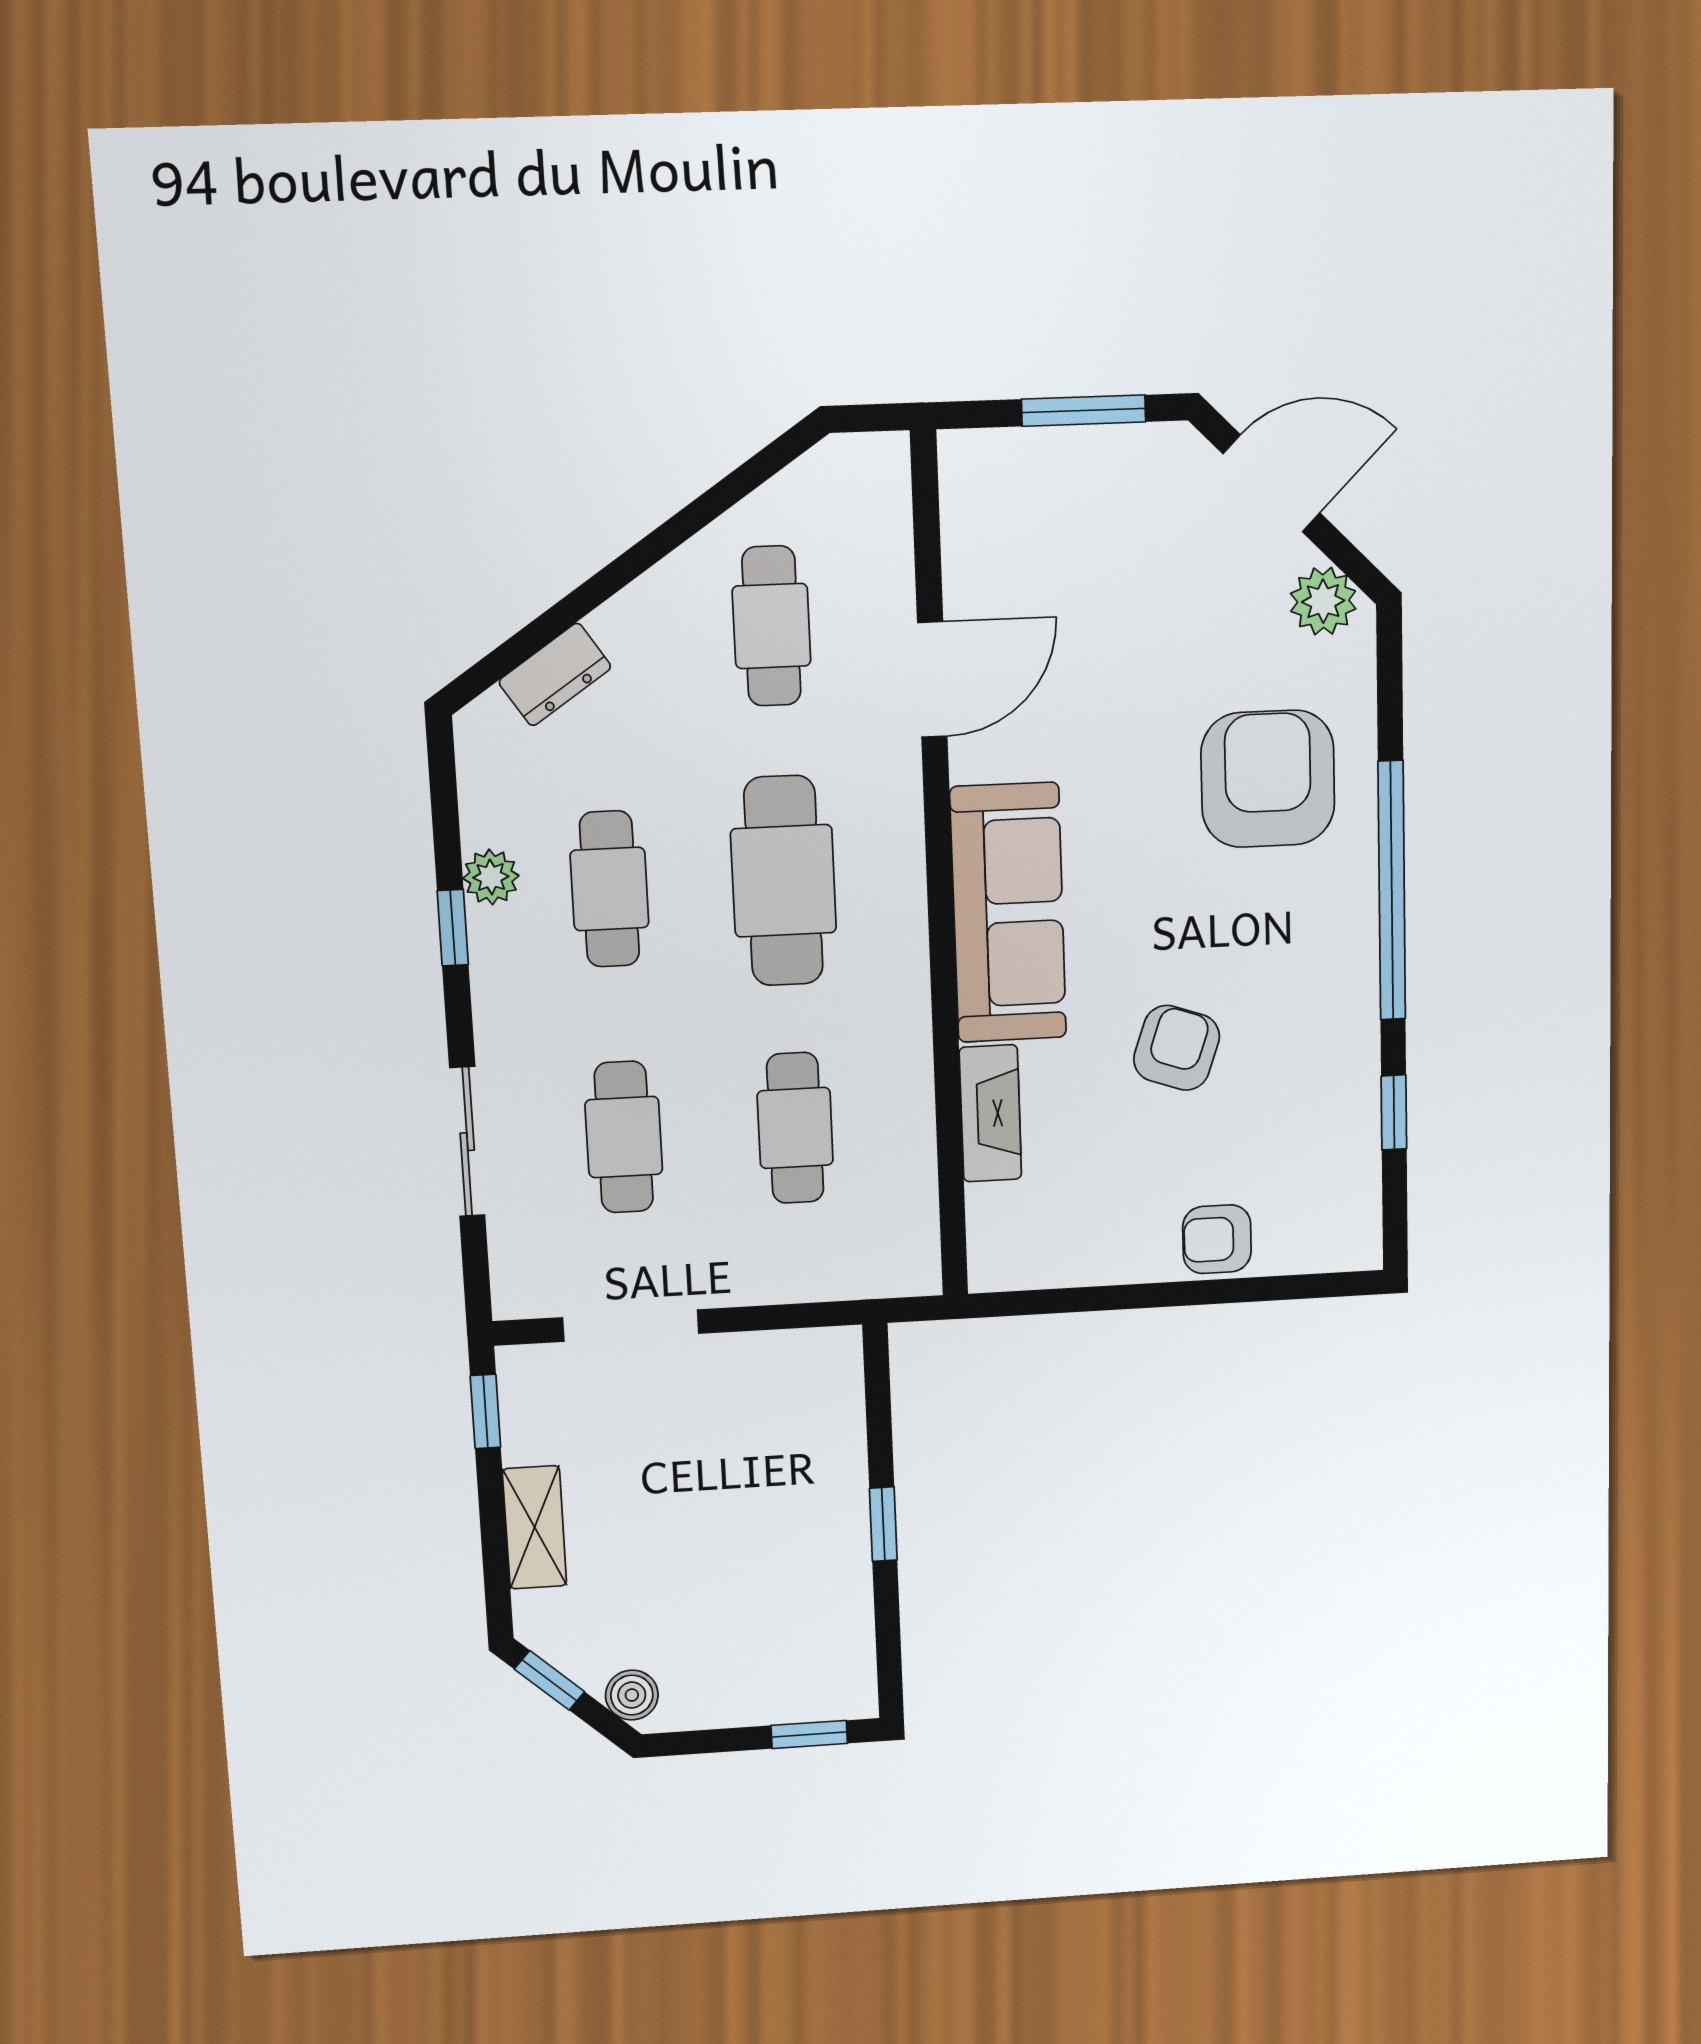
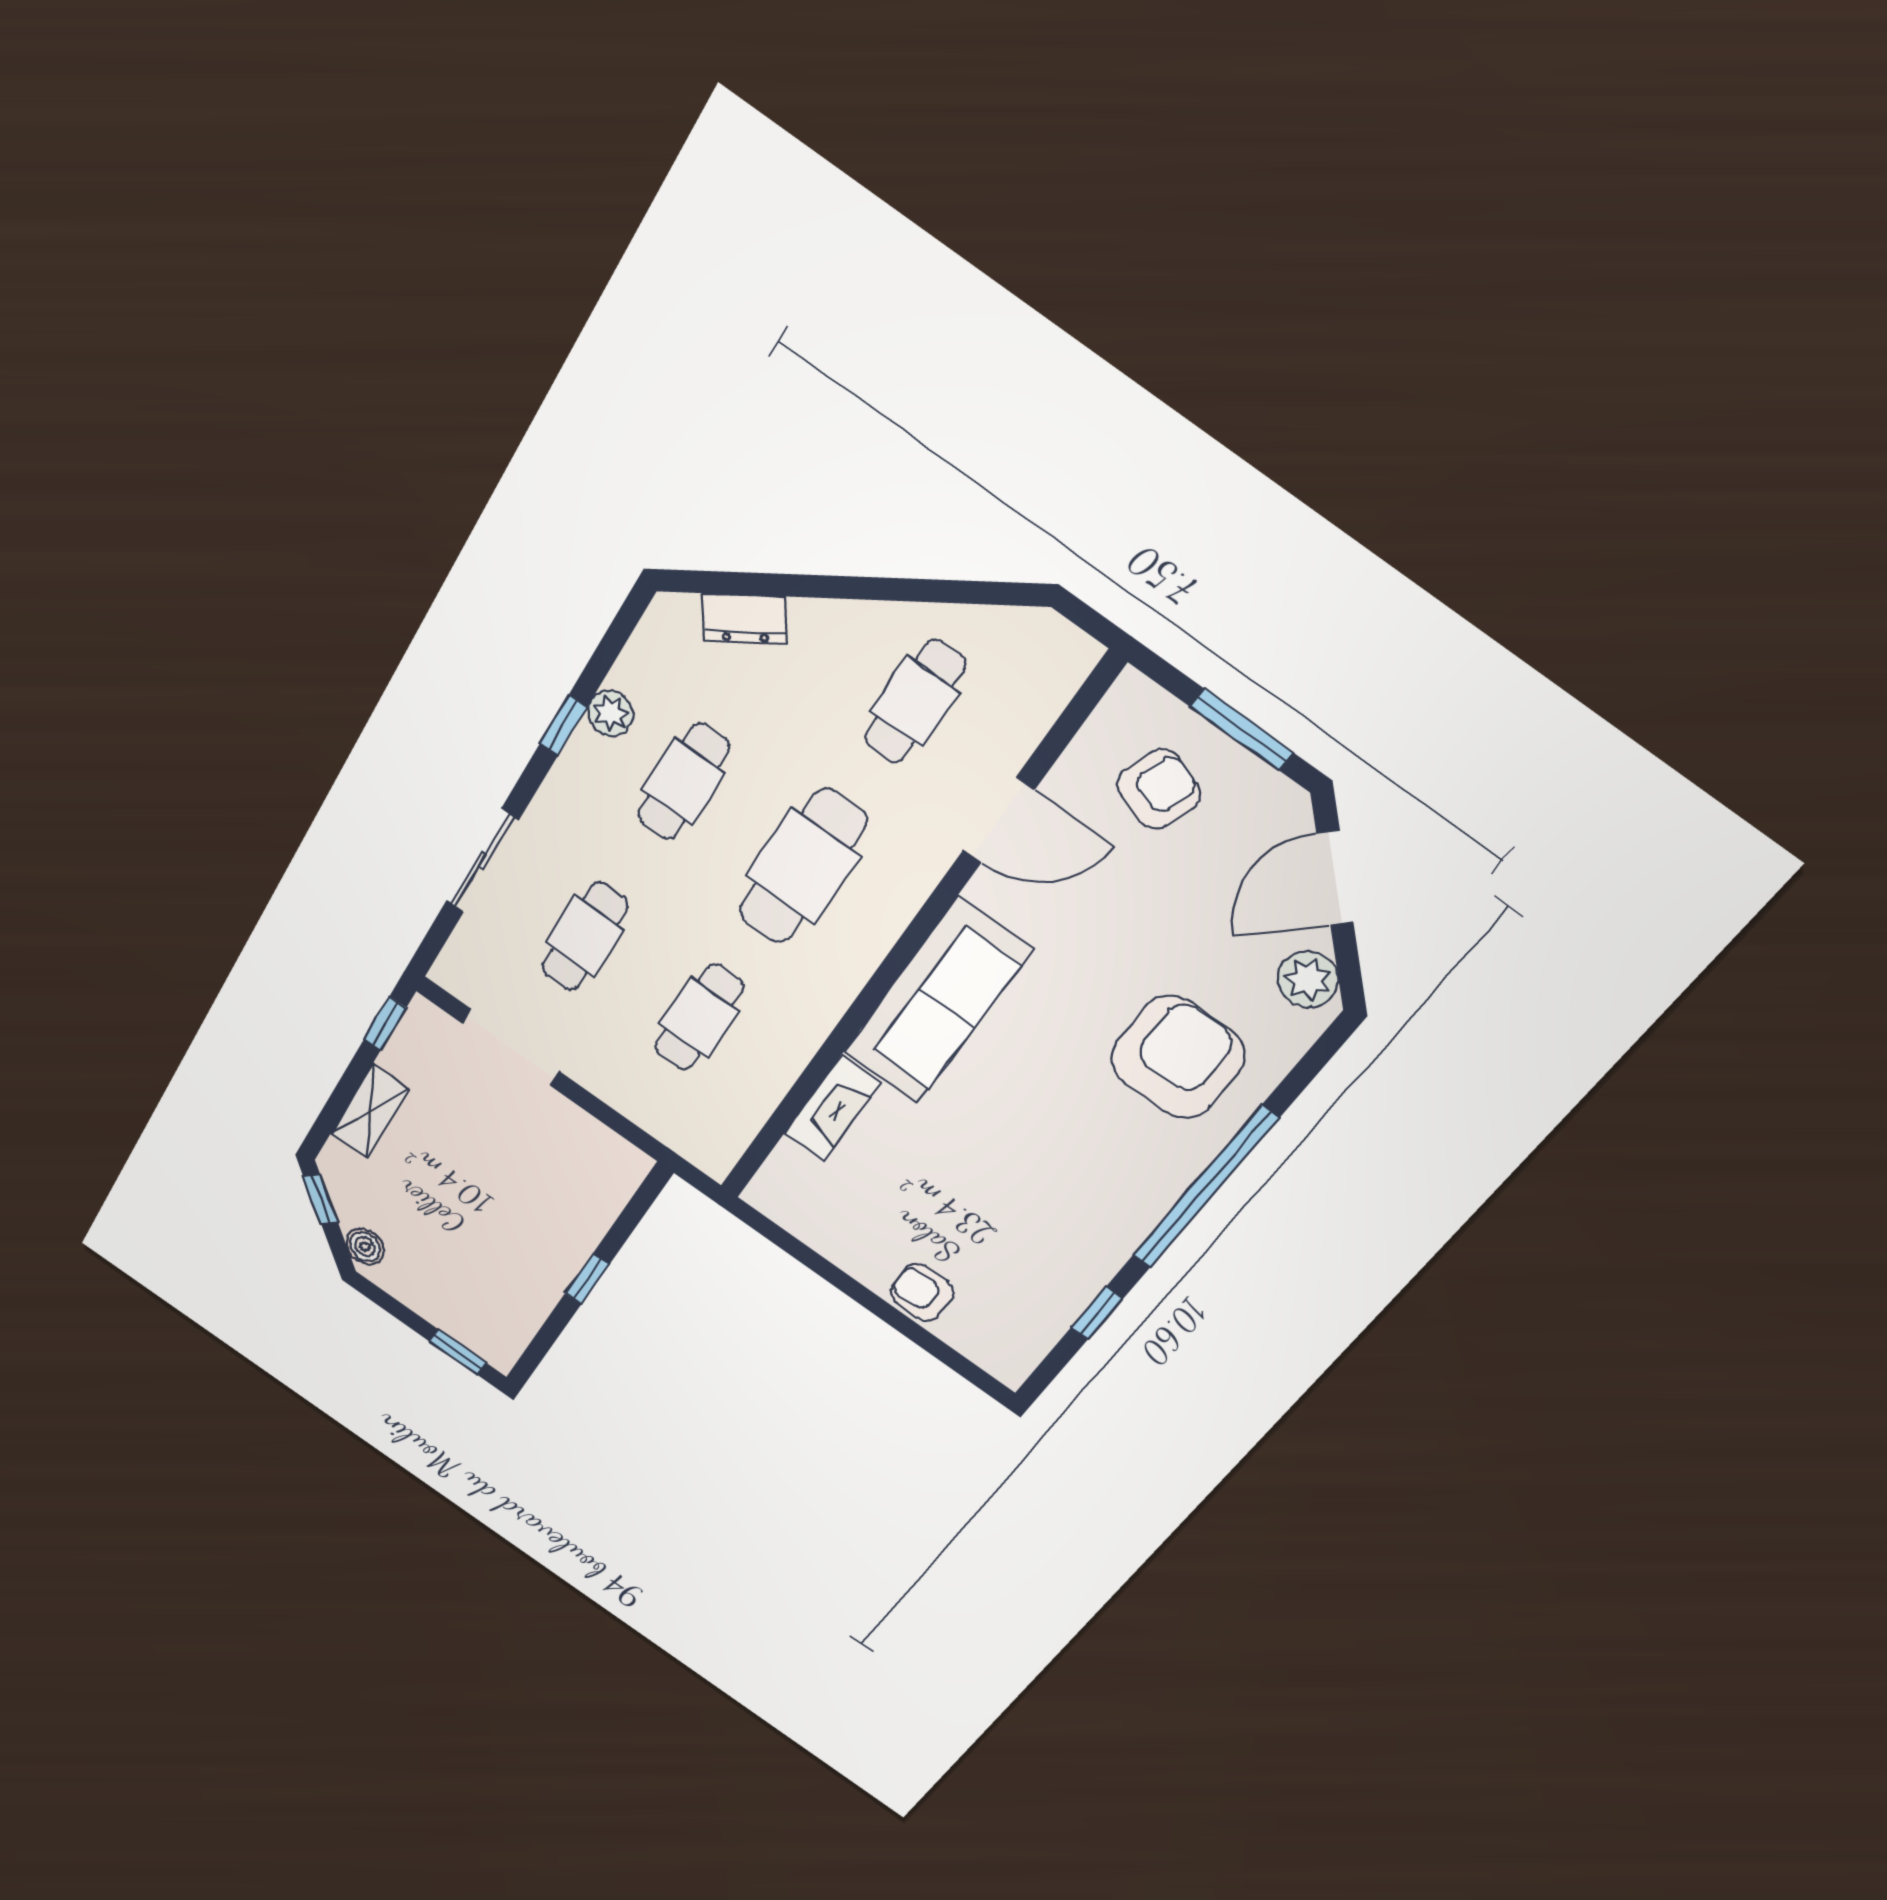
door: (1271, 483) -> (1335, 878), swing flipped
armchair: (1177, 1048) -> (1159, 789), moved

